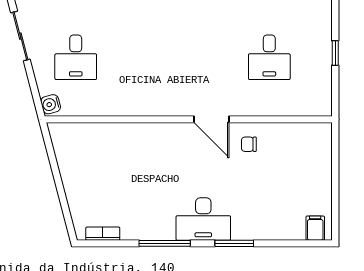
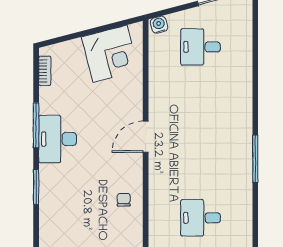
door: (212, 119) -> (146, 137), moved
corner desk: (83, 160) -> (110, 54), added
desk: (203, 219) -> (58, 139), moved

